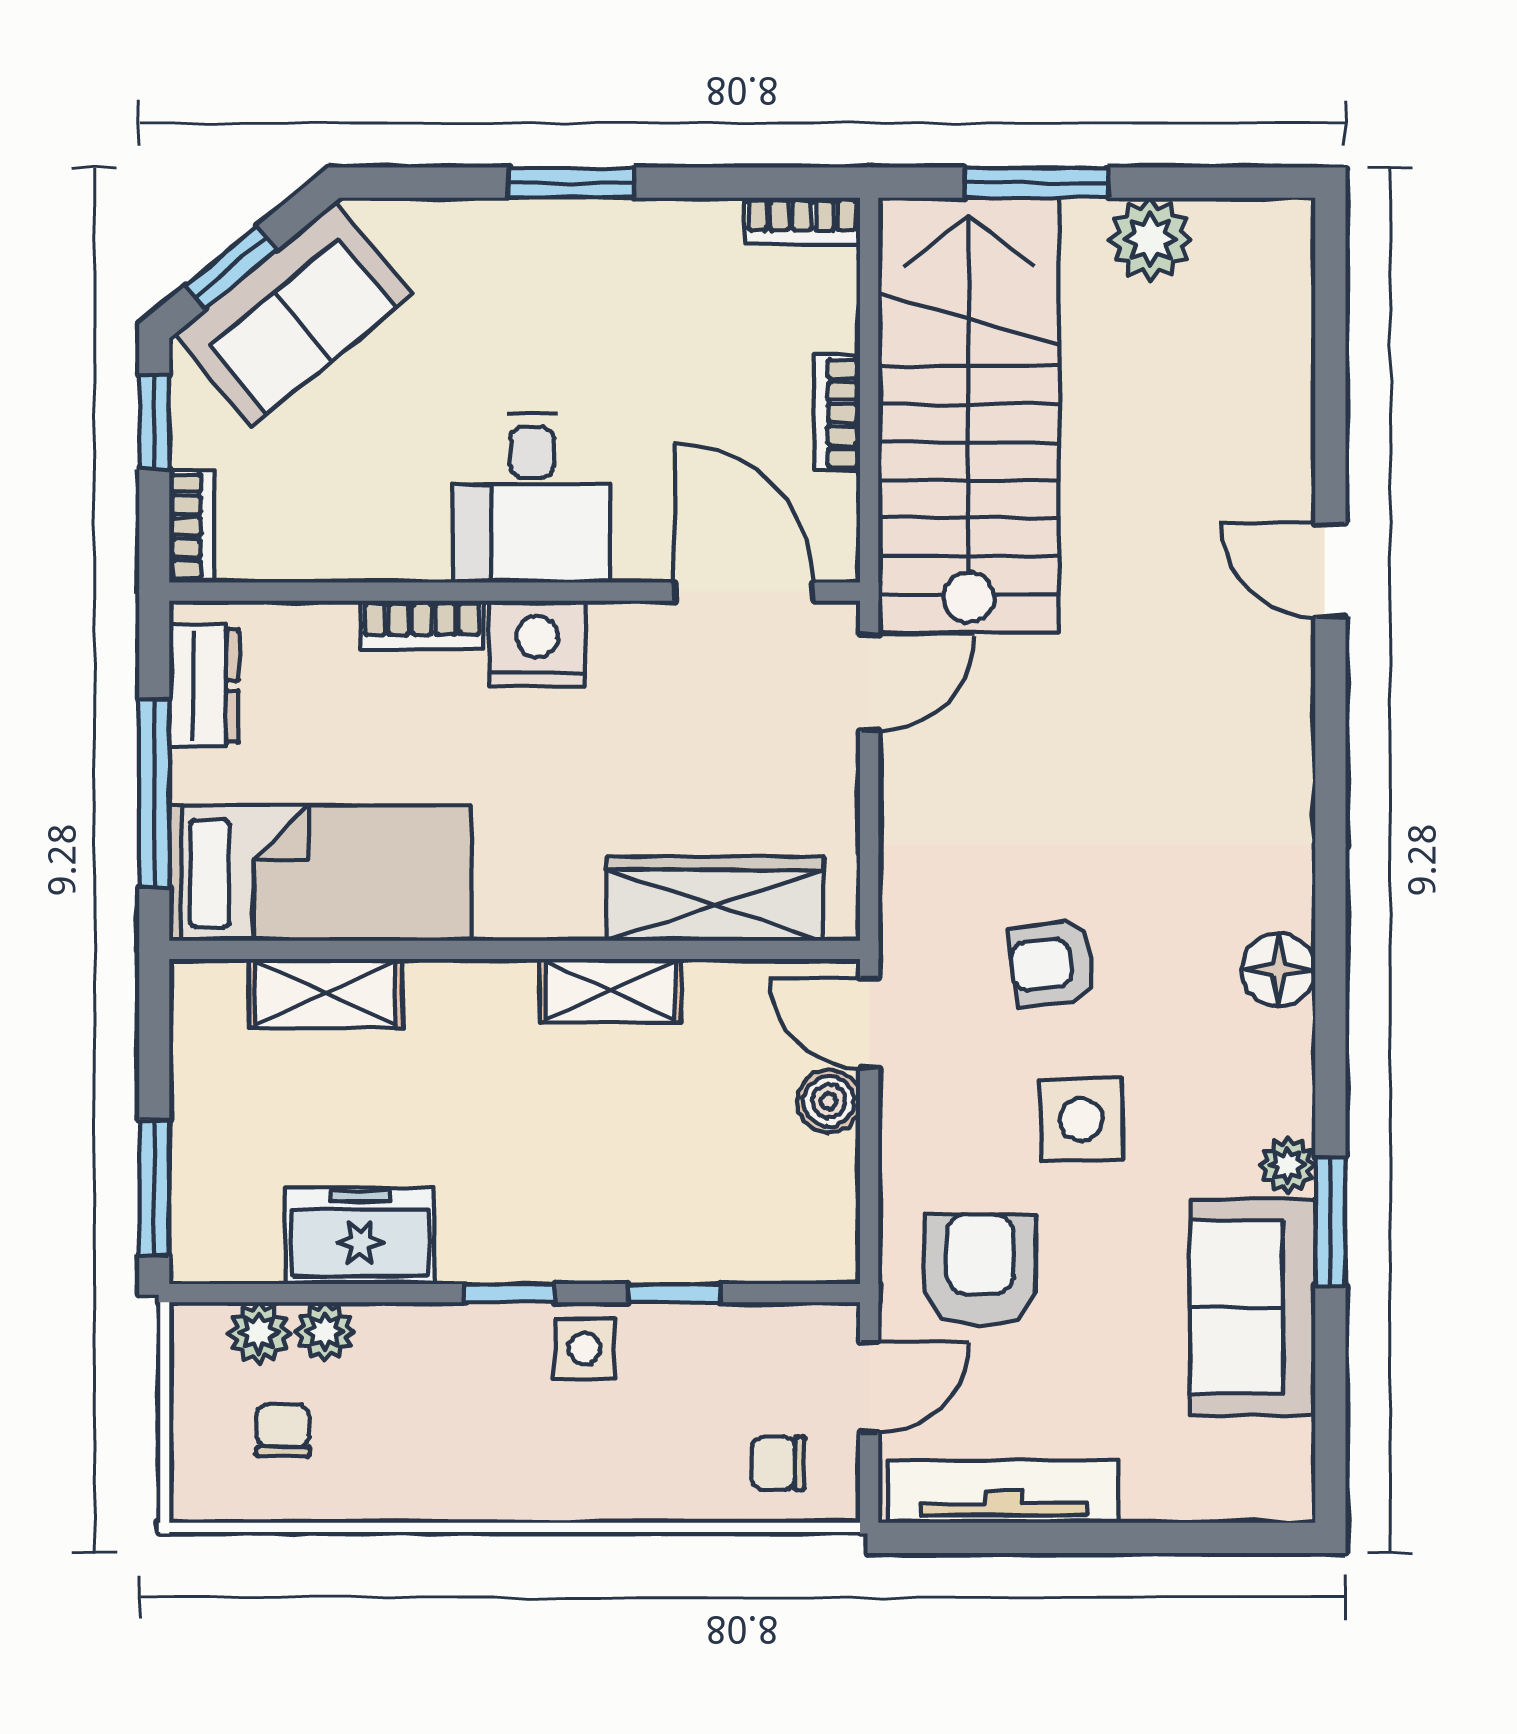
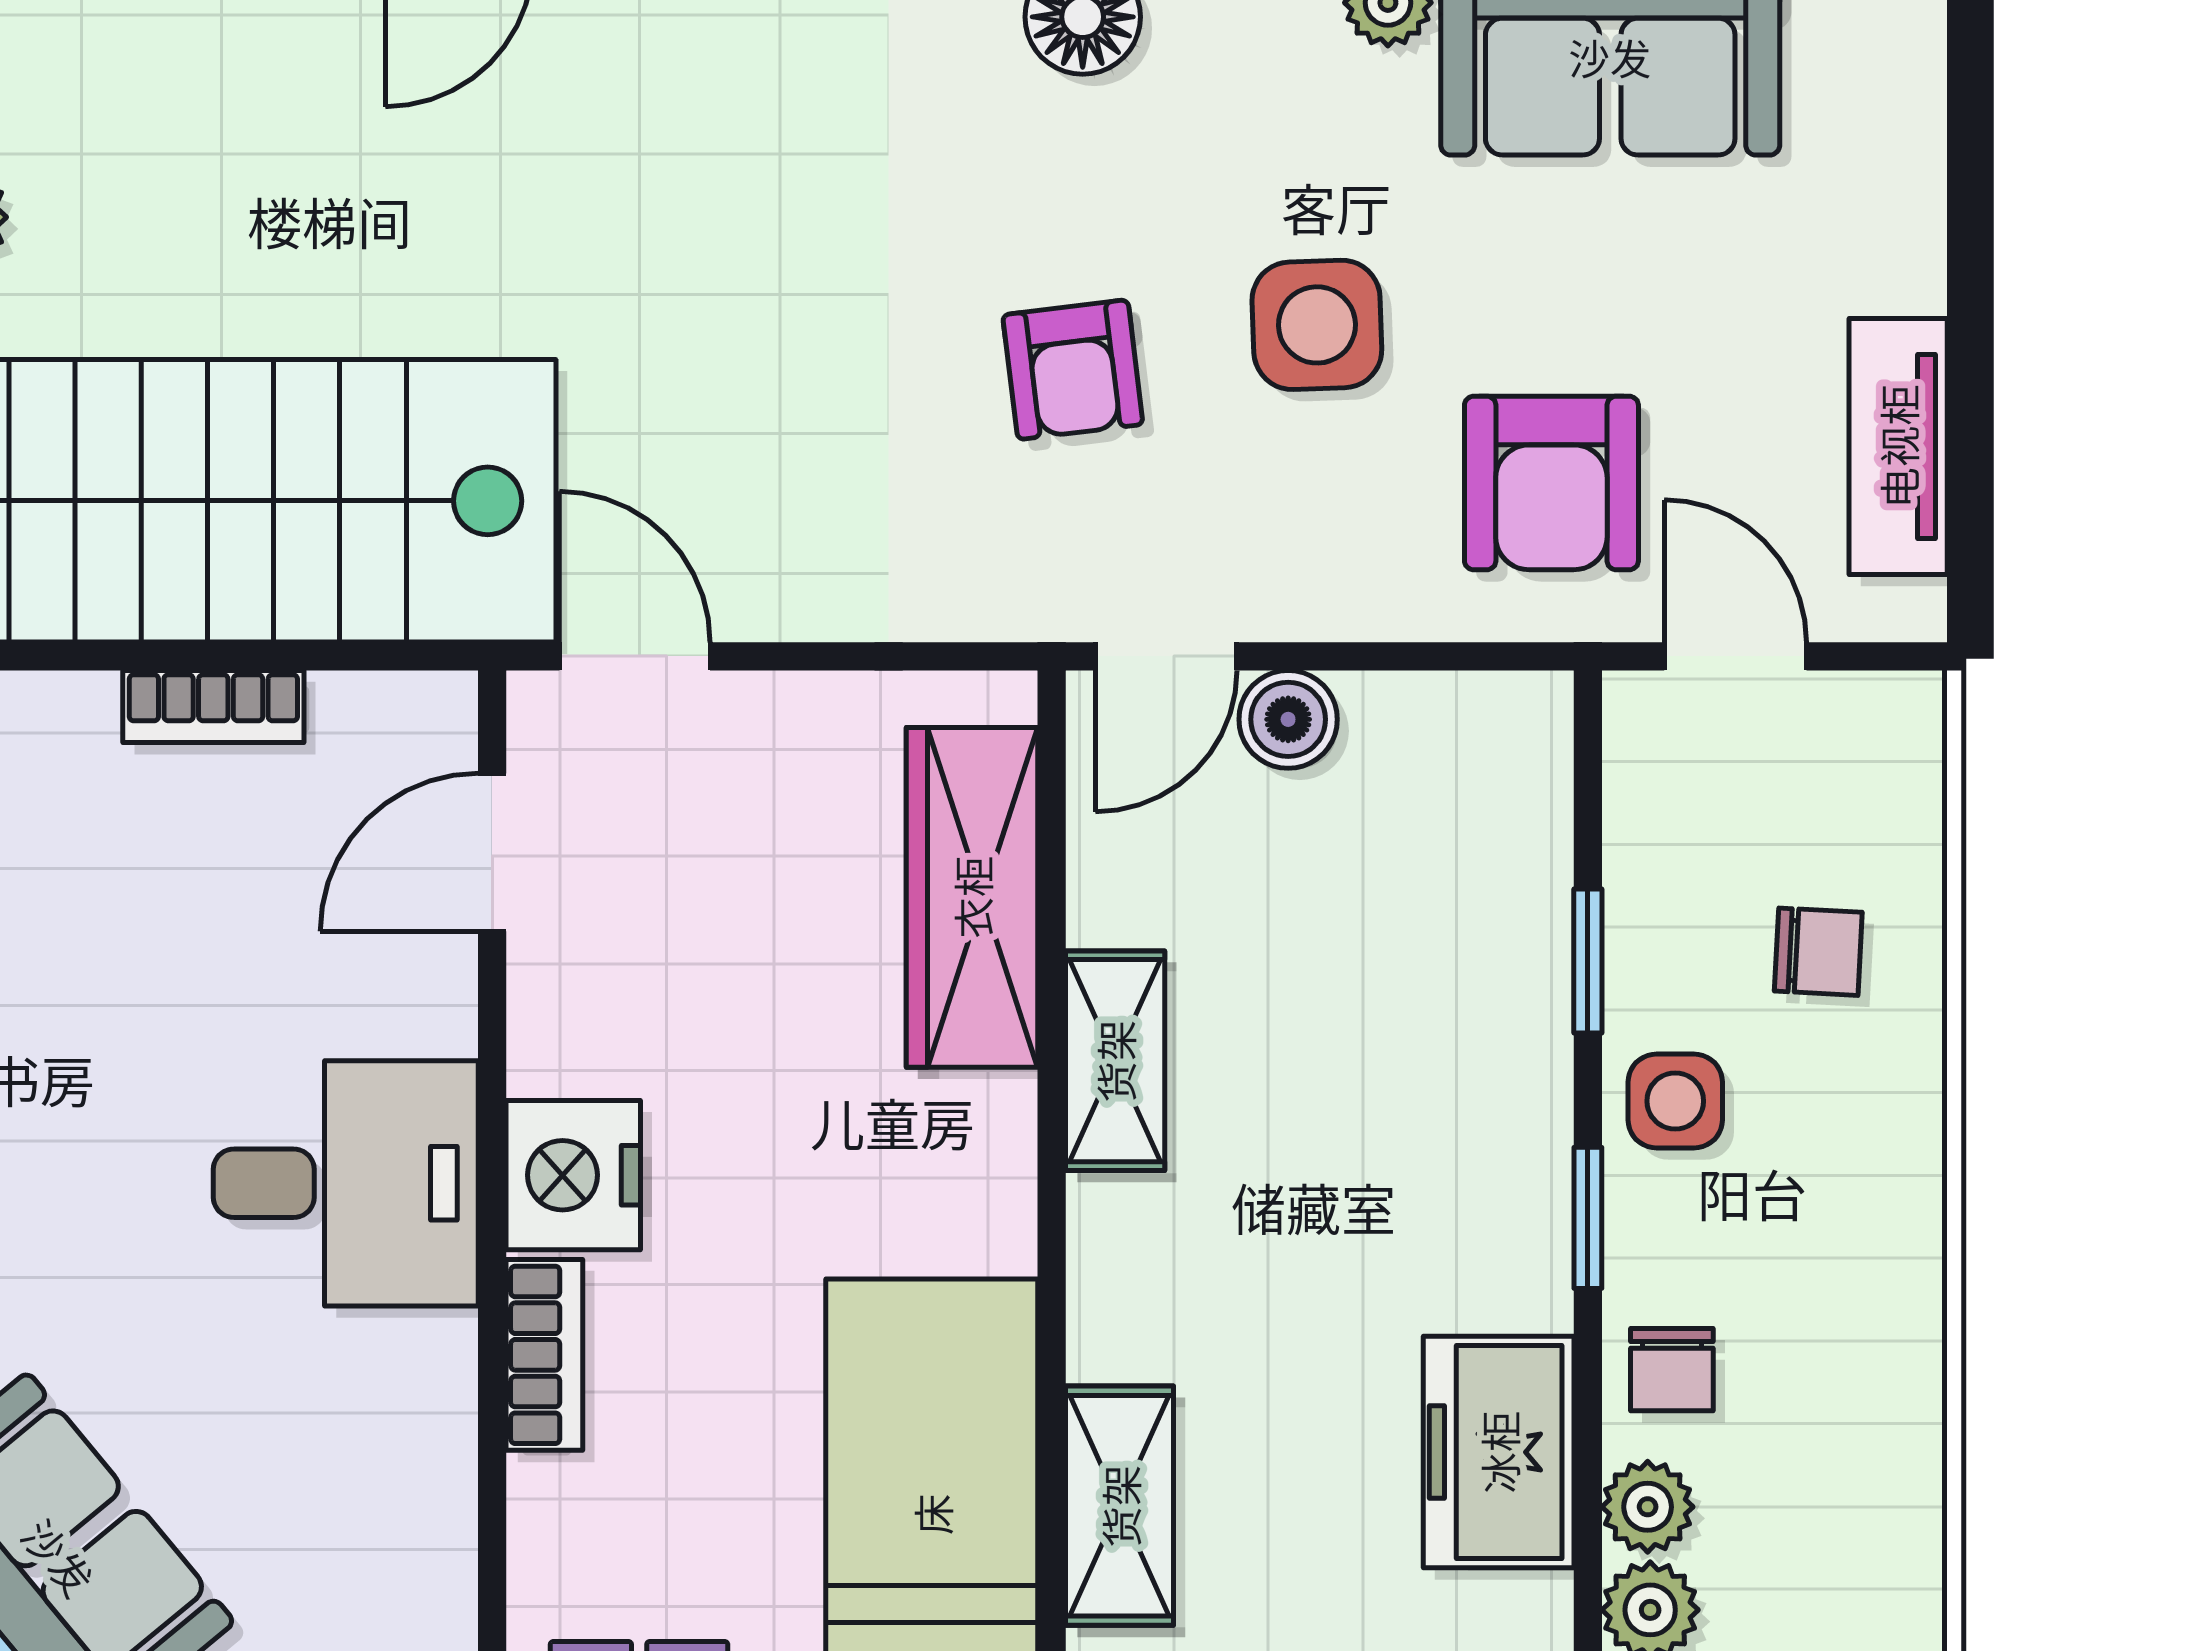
door: (744, 592) -> (492, 852), width x0.73
armchair: (980, 1270) -> (1551, 483), turned -90
chair: (283, 1430) -> (1672, 1370), moved, turned -90
chair: (778, 1463) -> (1818, 952), moved, turned -87
tv unit: (1004, 1492) -> (1898, 446), width x0.71

